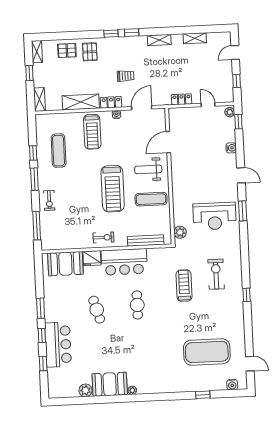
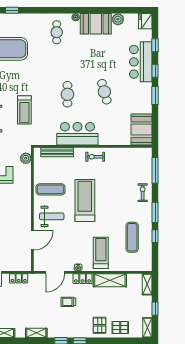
fridge: (92, 258) -> (145, 21), moved, turned -90
booth: (65, 264) -> (142, 130), moved, turned 90
cafe table: (152, 373) -> (57, 32), added

